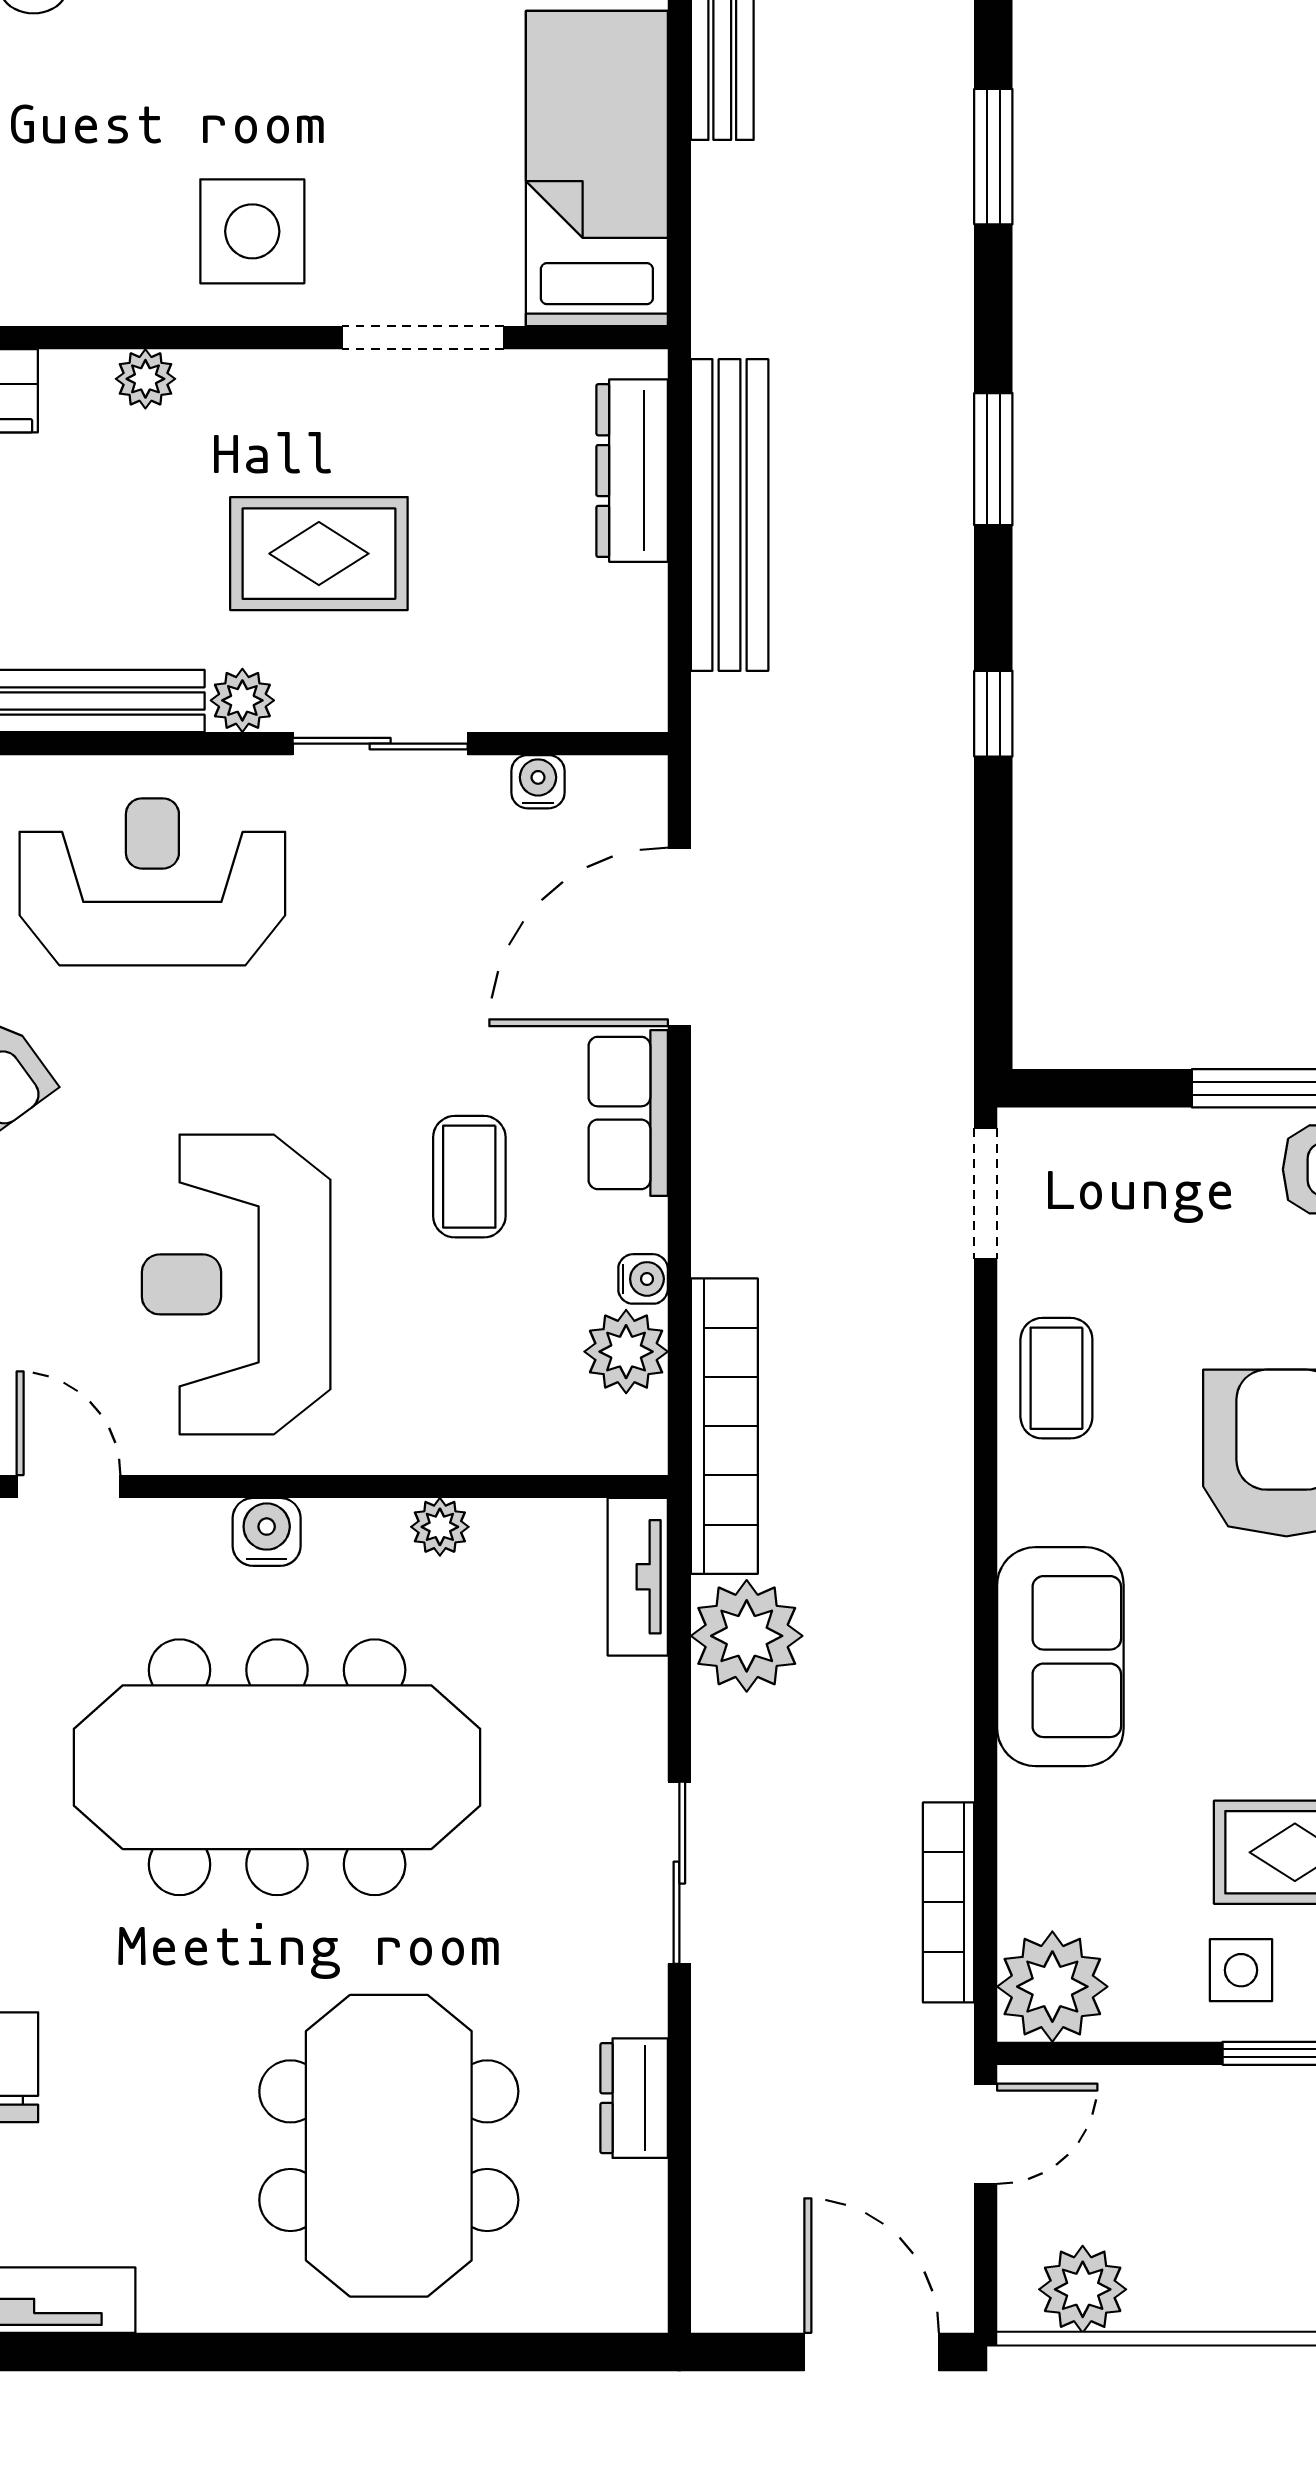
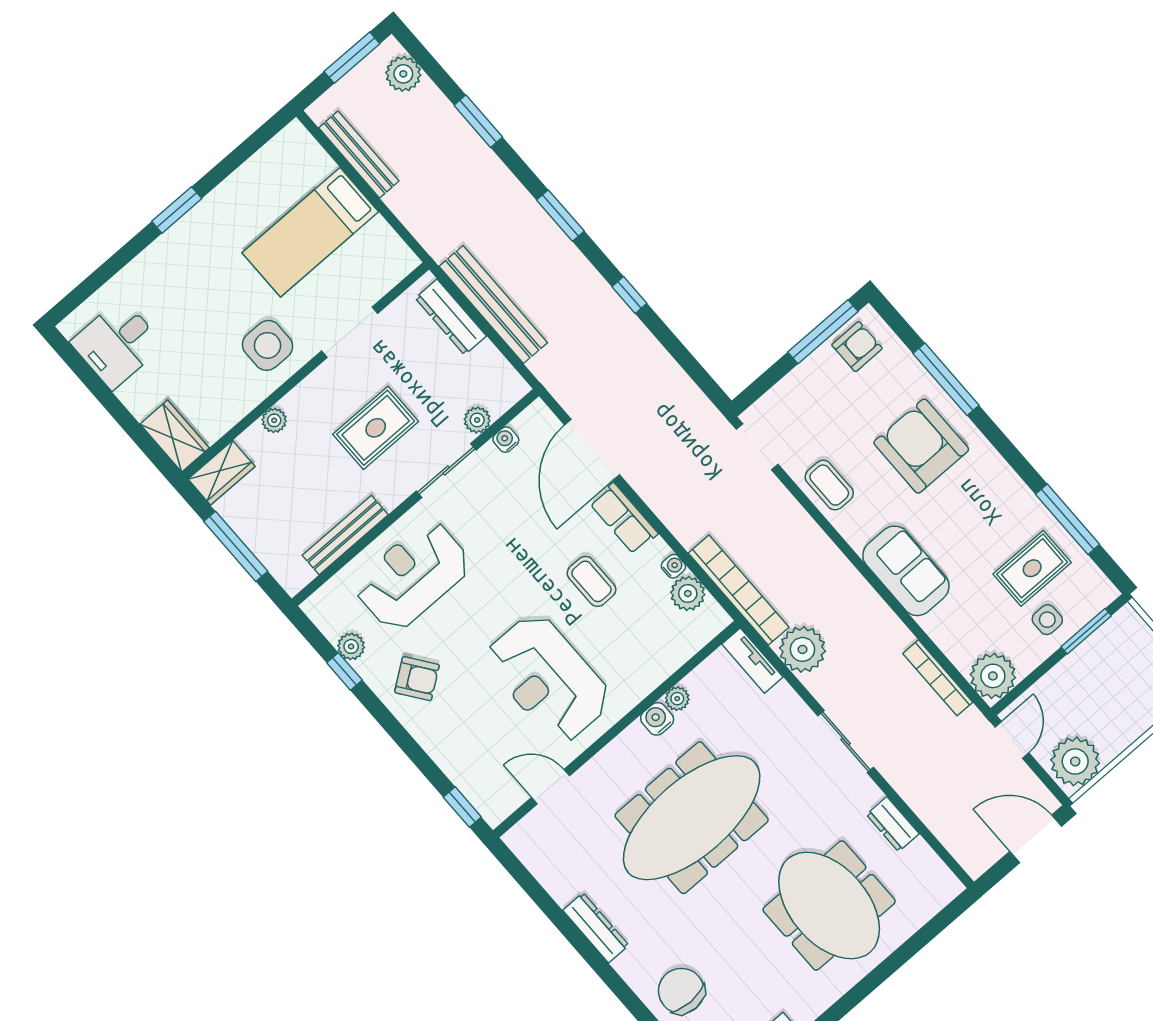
bed: (597, 169) -> (310, 232), moved, turned -90
plant: (242, 700) -> (477, 420), moved
water cooler: (267, 1532) -> (657, 719), moved
plant: (1083, 2289) -> (1075, 761), width x1.36, depth x1.36

